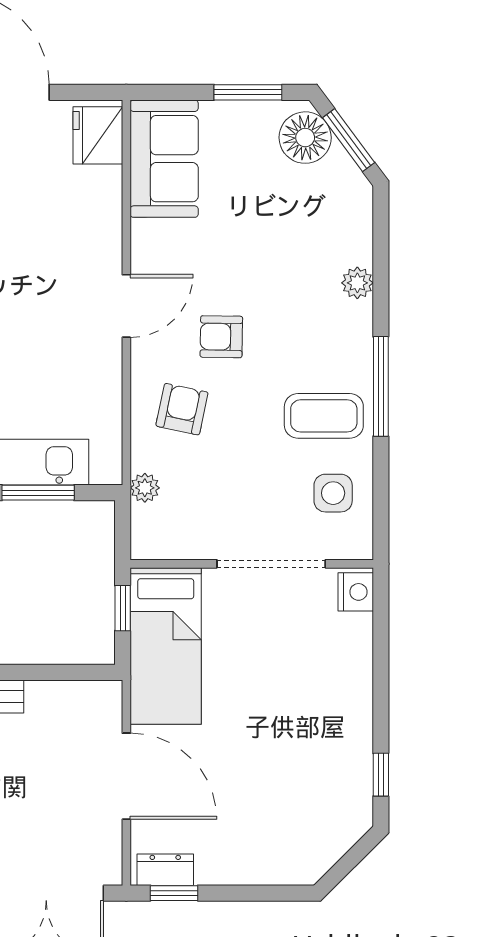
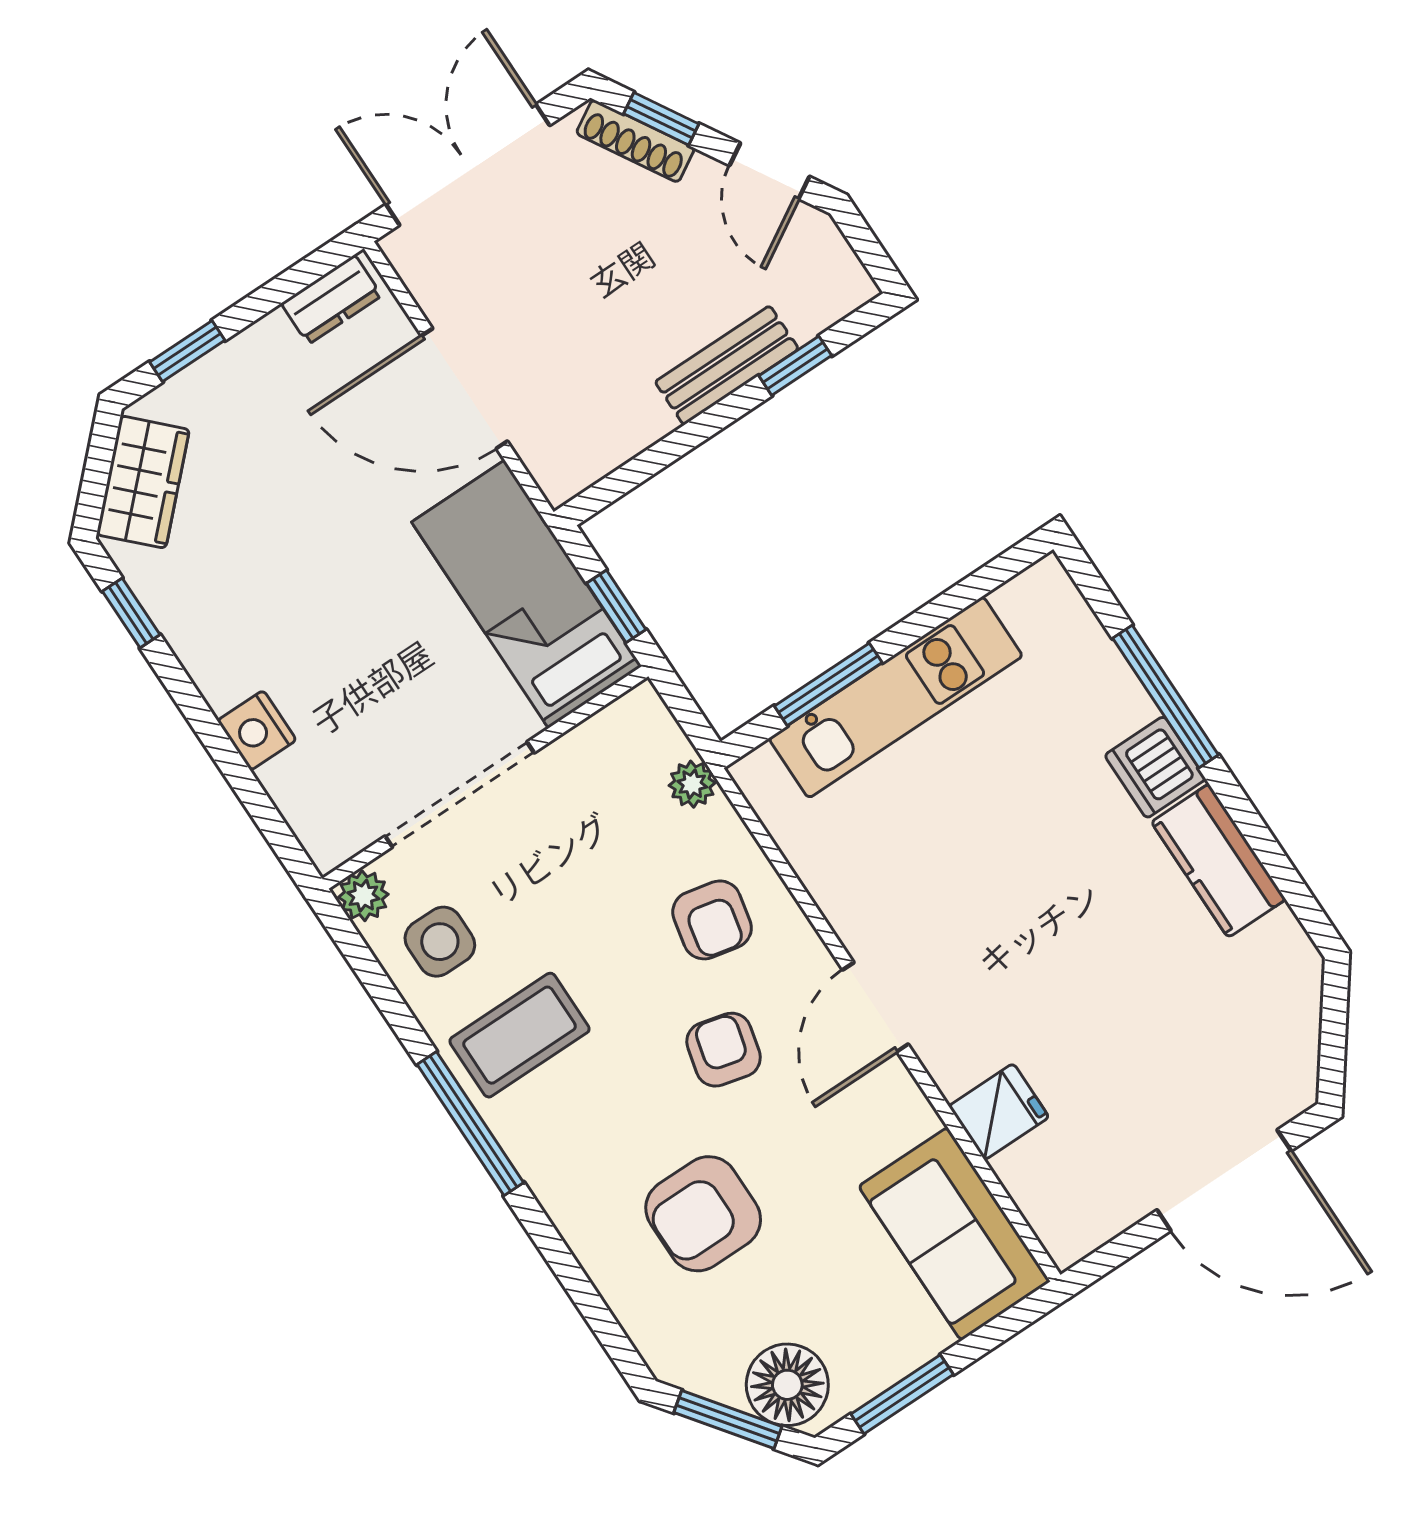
fridge: (98, 135) -> (999, 1112), moved, width x0.72
armchair: (290, 257) -> (703, 1214), added
plant: (357, 283) -> (363, 896), moved
armchair: (221, 337) -> (724, 1050), turned -77
nightstand: (356, 592) -> (257, 730), moved
wardrobe: (329, 840) -> (143, 482), added
window: (174, 893) -> (187, 351), moved

